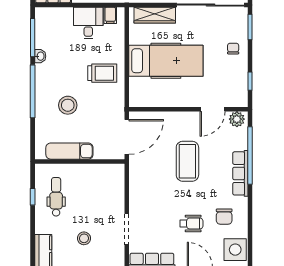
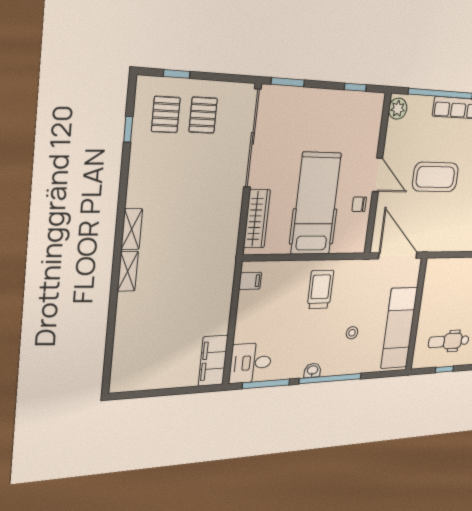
desk: (88, 23) -> (251, 363), moved
chair: (233, 49) -> (359, 204), moved
washbasin: (40, 56) -> (313, 370), moved
stool: (68, 105) -> (352, 333), width x0.53, depth x0.53
door: (213, 109) -> (377, 175), moved
exam couch: (69, 151) -> (399, 328), width x1.36, depth x1.45

